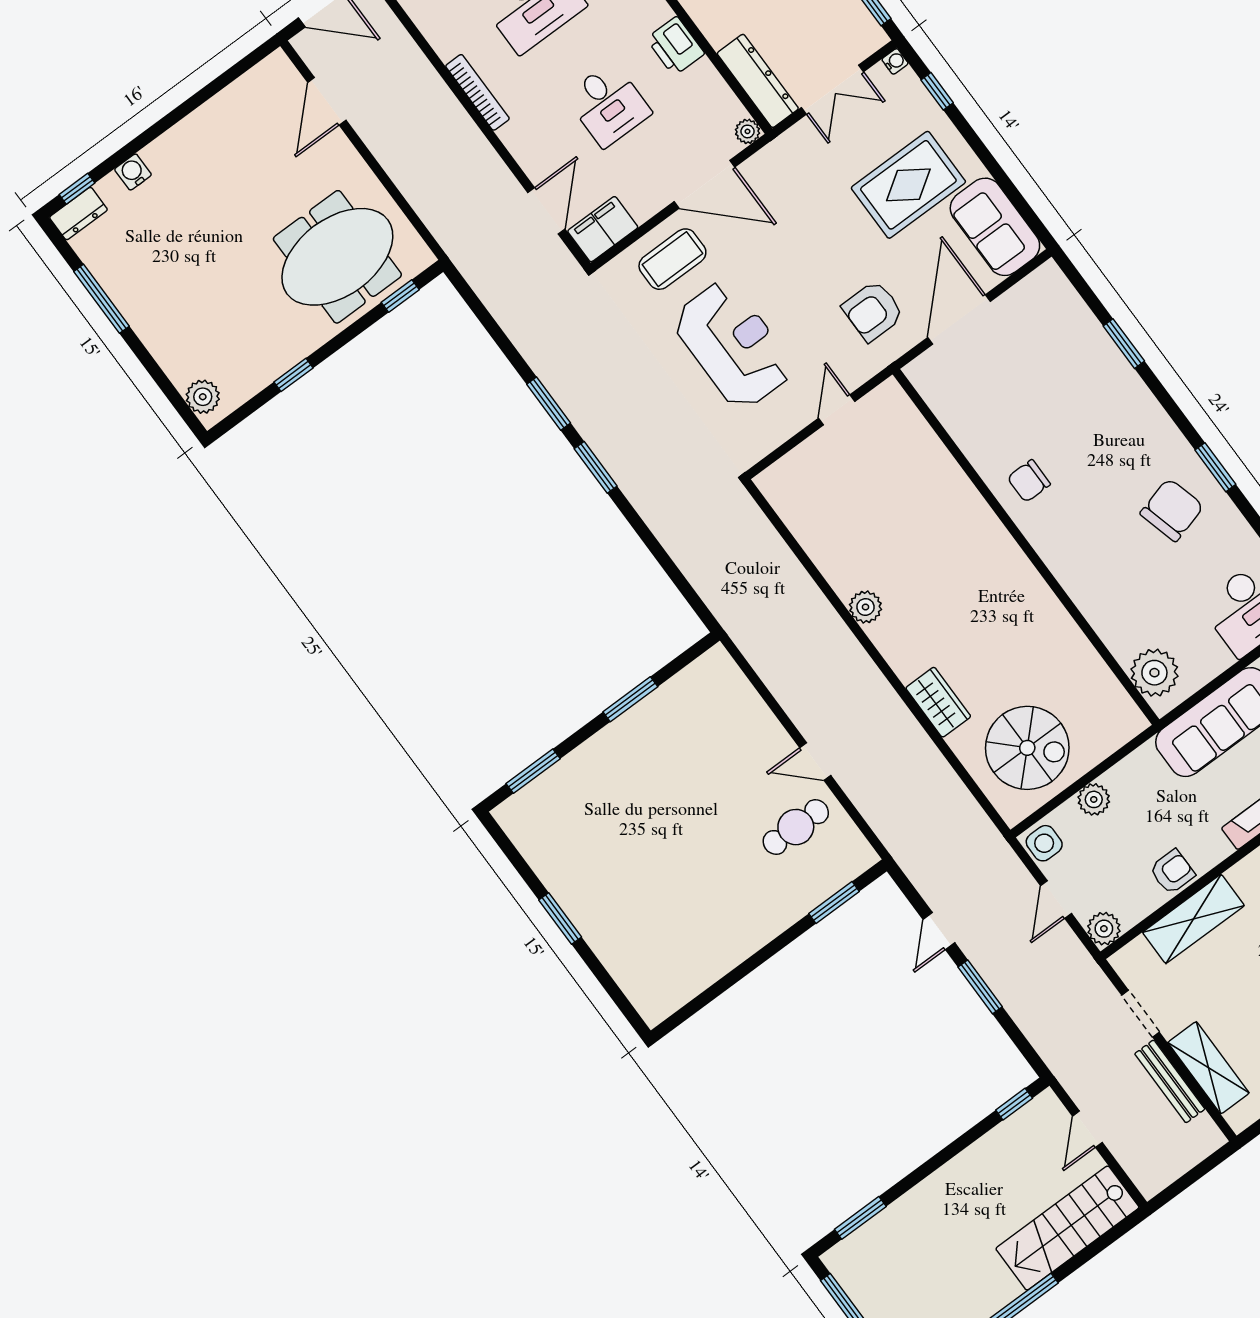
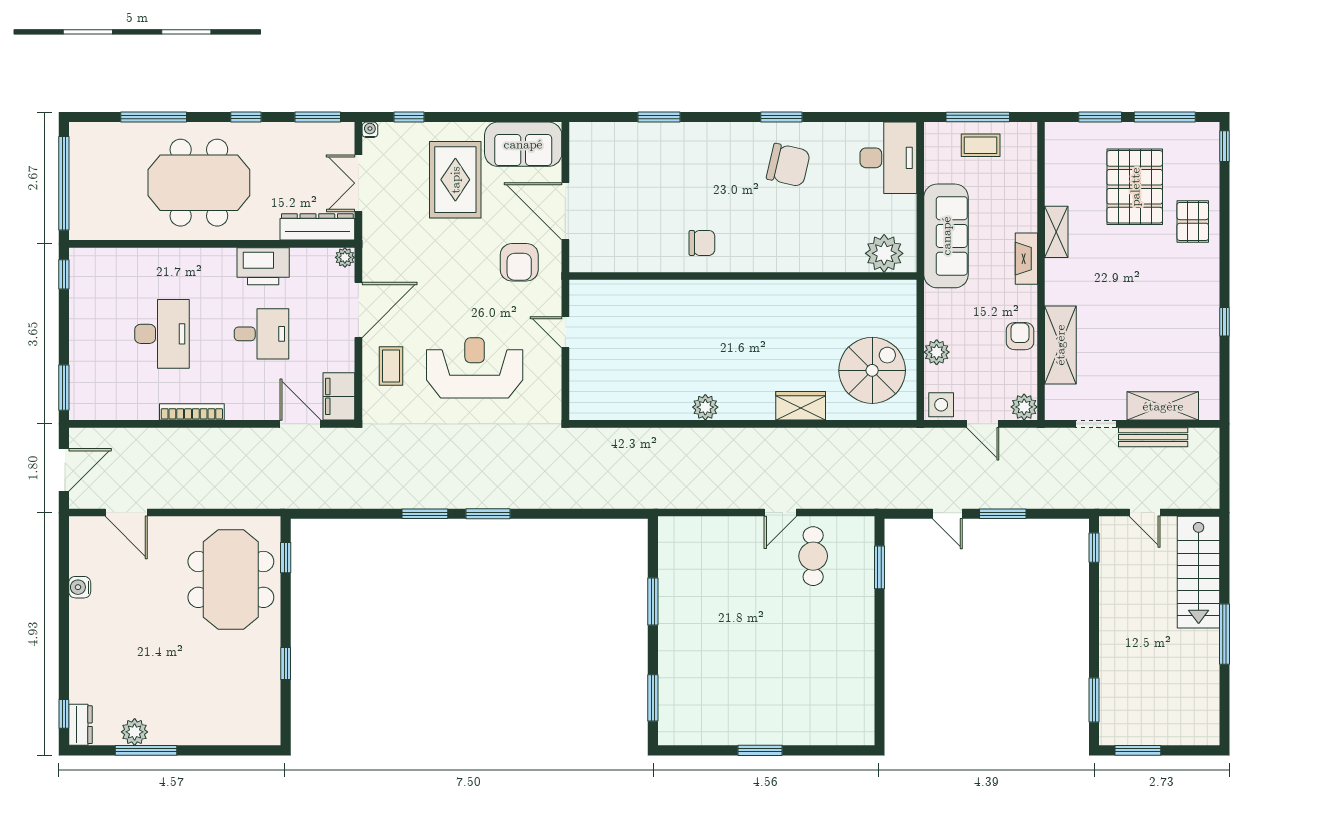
printer: (675, 46) -> (263, 266), width x1.37, depth x1.19
double door: (833, 90) -> (358, 183), swing flipped
water cooler: (133, 172) -> (80, 587), moved
coffee table: (672, 259) -> (391, 366), width x0.73, depth x0.77
plant: (203, 397) -> (135, 732), moved
chair: (1029, 481) -> (702, 243), turned -90
chair: (1172, 510) -> (788, 165), turned 118

